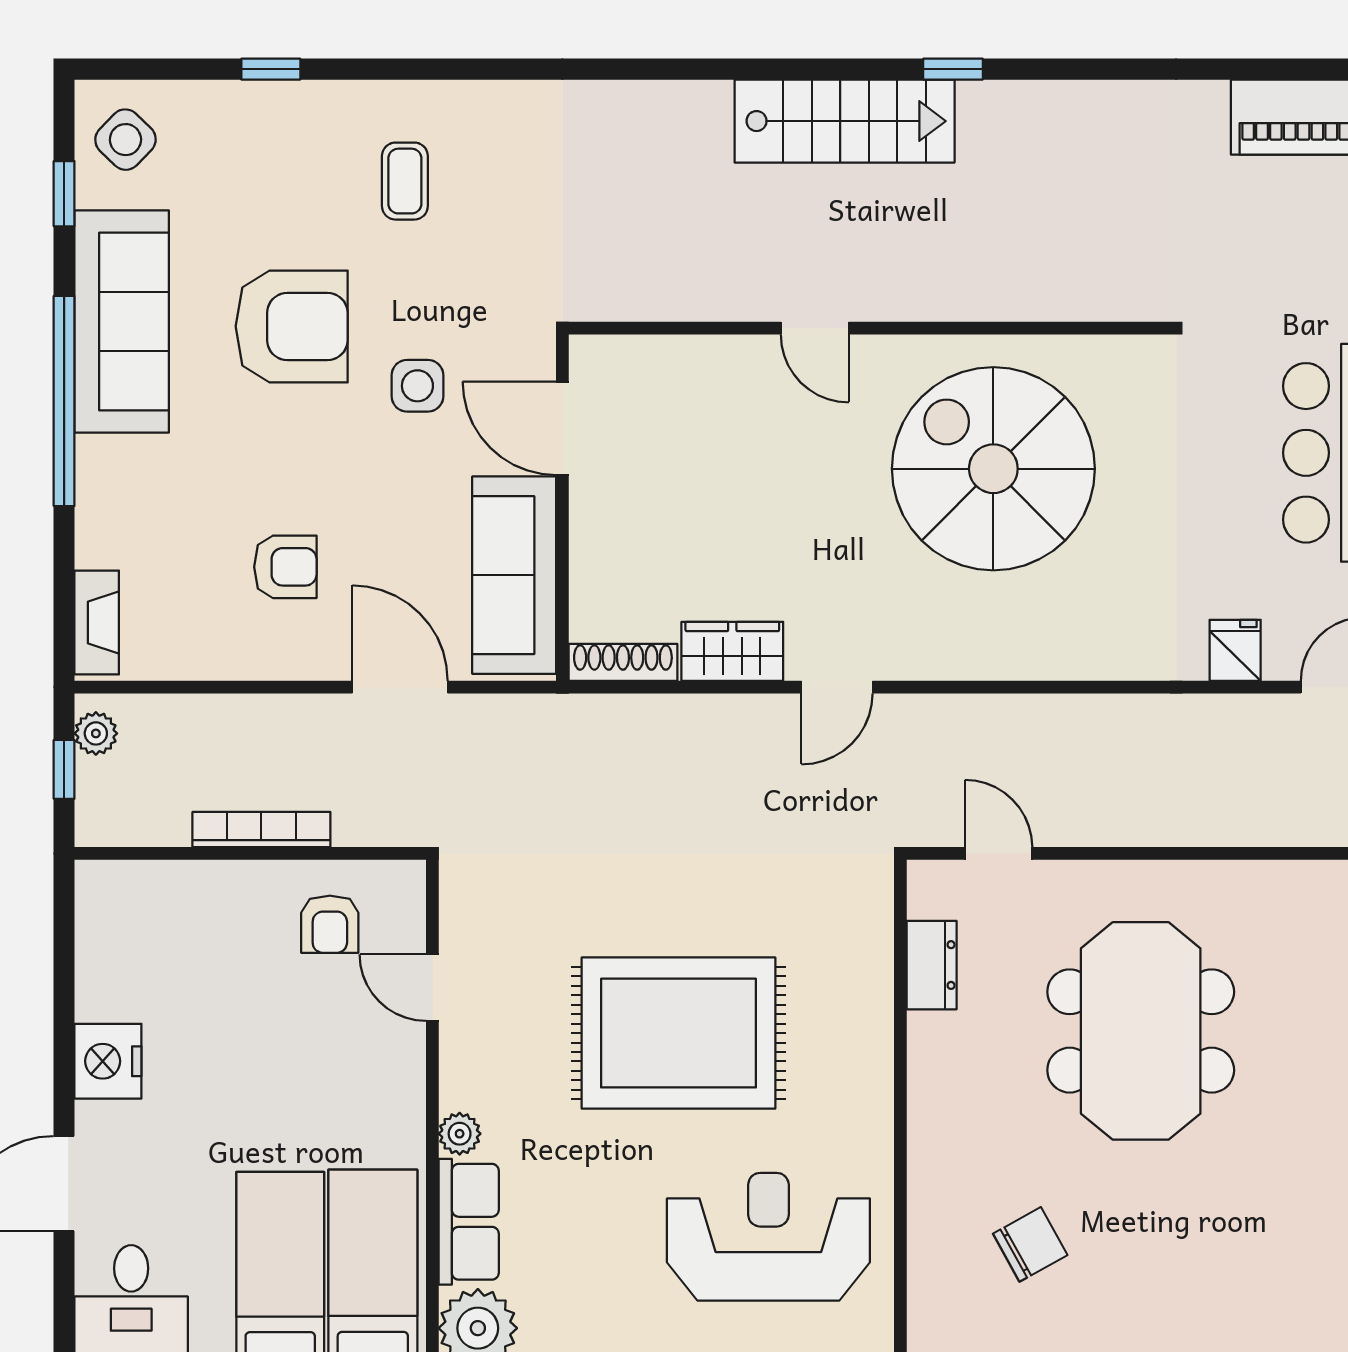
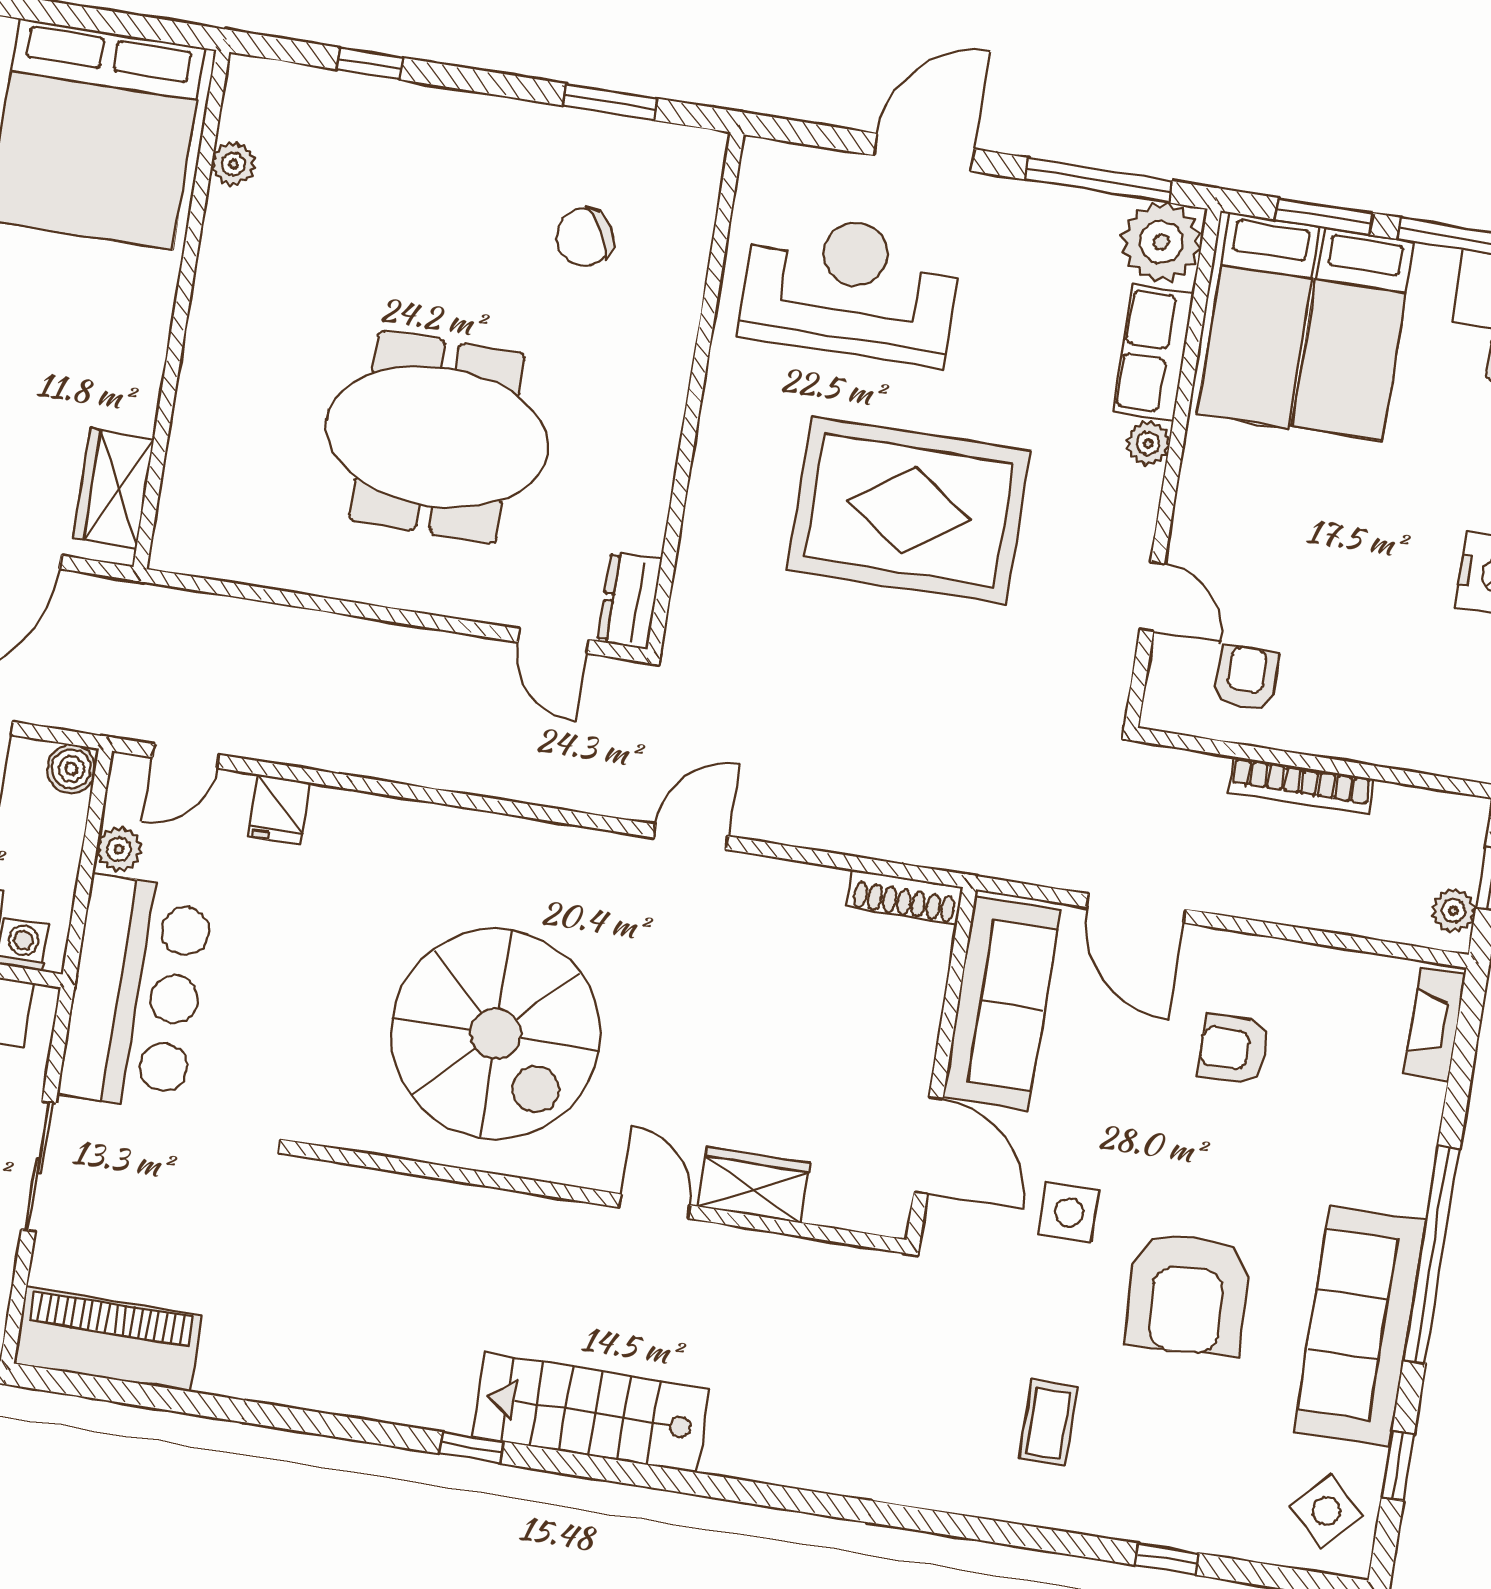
armchair: (292, 326) -> (1188, 1293), turned -93
wardrobe: (732, 651) -> (754, 1185), moved, turned 180
dresser: (932, 965) -> (630, 600), moved
meeting table: (1141, 1031) -> (437, 437), turned 90
reception desk: (768, 1237) -> (850, 288), turned 180

